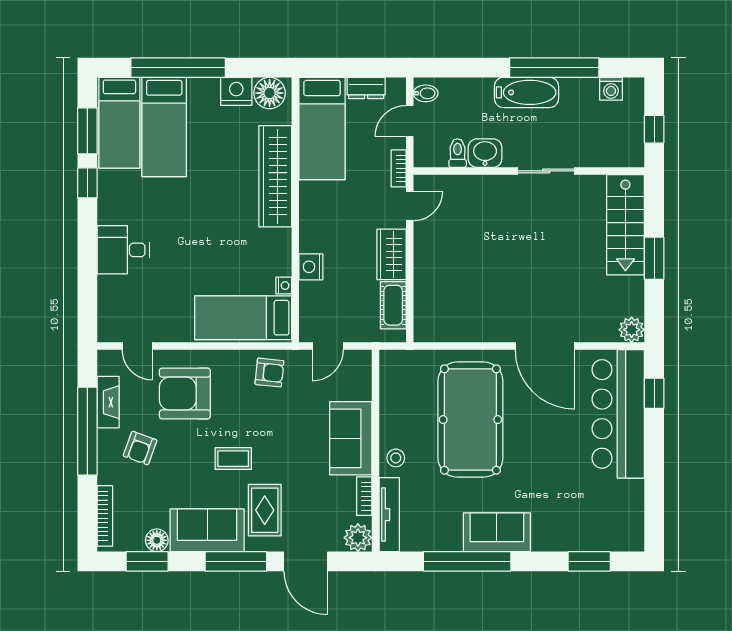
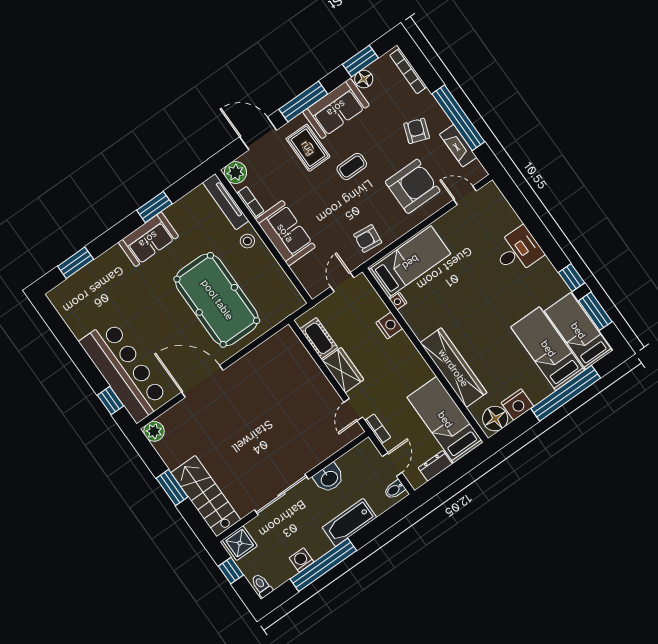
washing machine: (611, 89) -> (301, 560), moved
bathtub: (526, 92) -> (349, 522), moved
shower: (625, 151) -> (240, 543), added
toilet: (458, 153) -> (262, 585), moved, turned 180
sliding door: (546, 171) -> (281, 495), width x1.37
window: (467, 561) -> (154, 207), width x0.47

